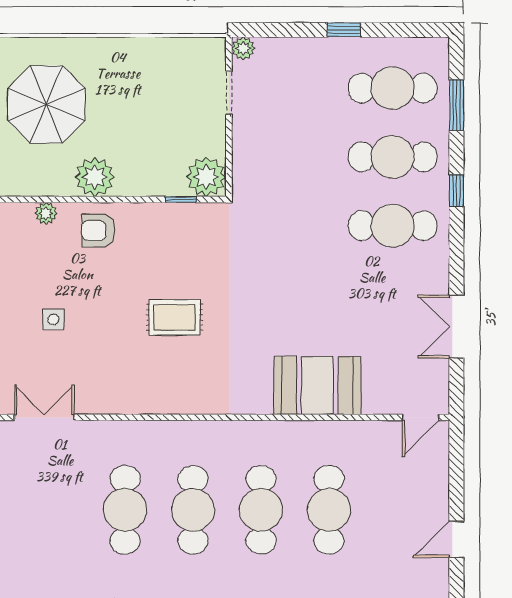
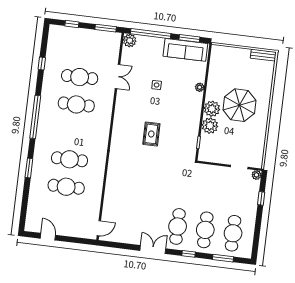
window: (344, 30) -> (261, 198), moved
parasol: (46, 104) -> (239, 105), moved
plant: (206, 177) -> (210, 126), moved
armchair: (98, 231) -> (190, 108), removed
double door: (456, 327) -> (153, 250), moved
booth: (317, 385) -> (117, 188), removed
door: (421, 417) -> (99, 228), swing flipped
cafe table: (193, 510) -> (80, 77), moved

